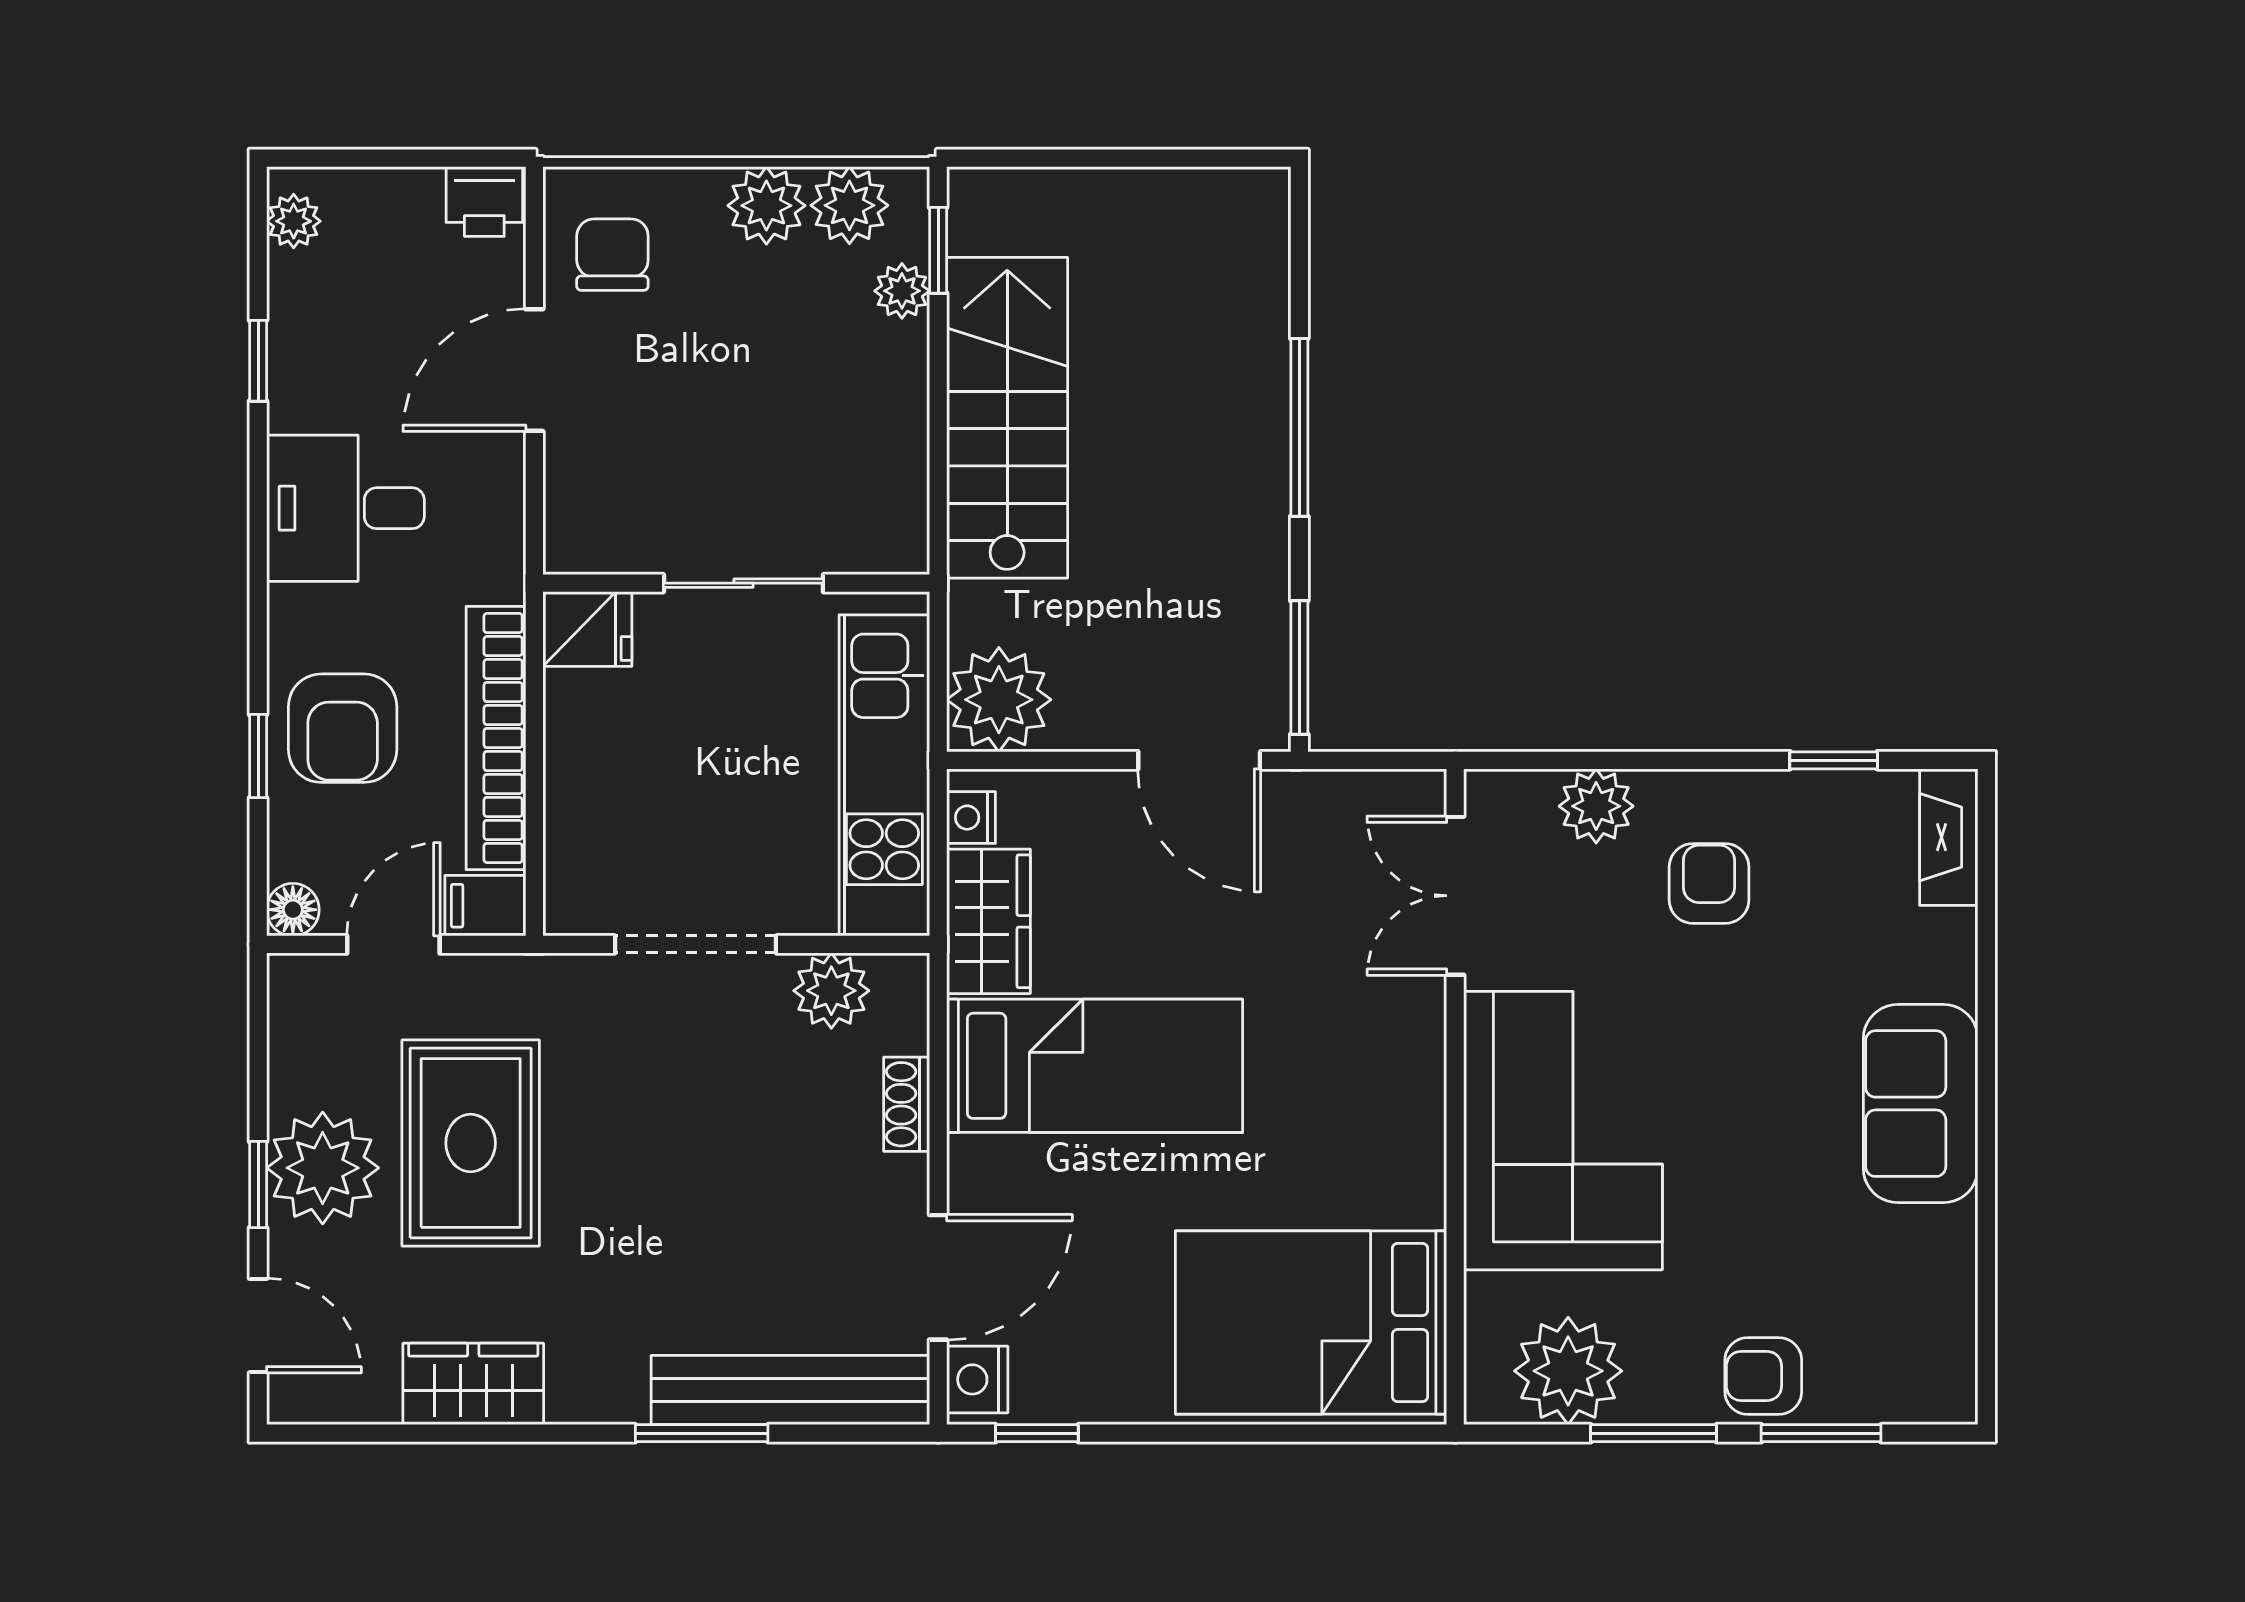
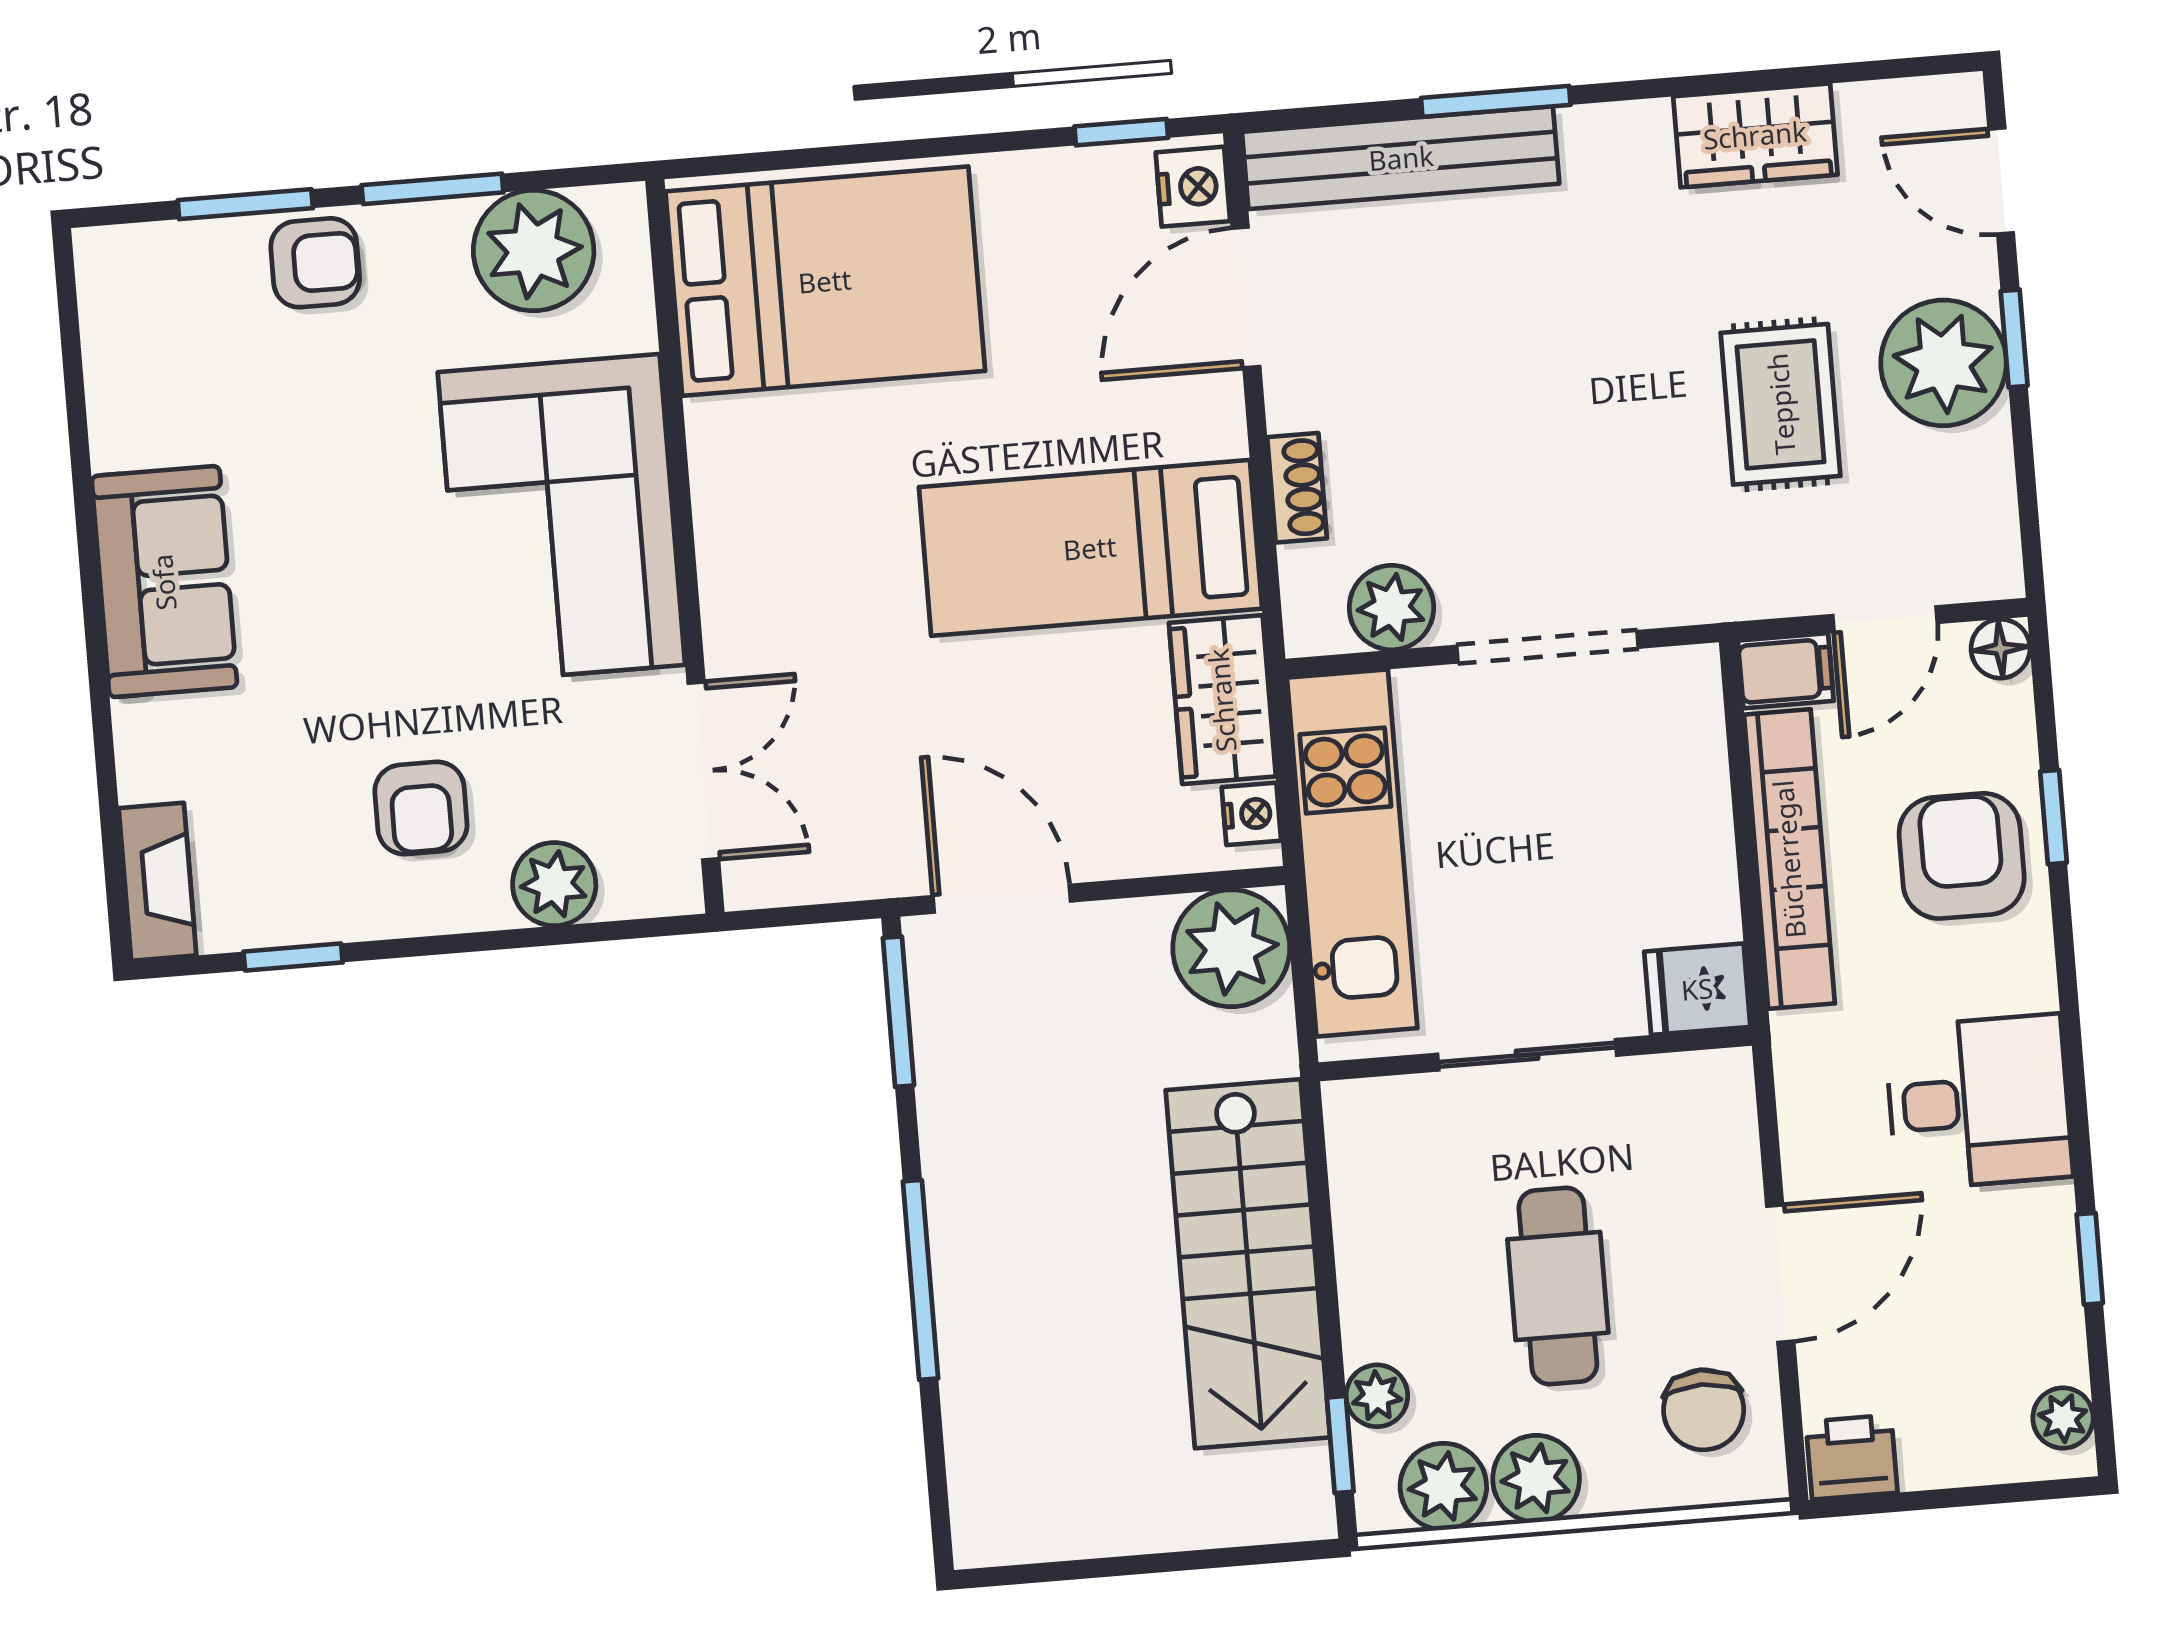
cafe table: (733, 375) -> (1558, 1286), added
rug: (471, 1143) -> (1781, 404), width x0.73, depth x0.70

